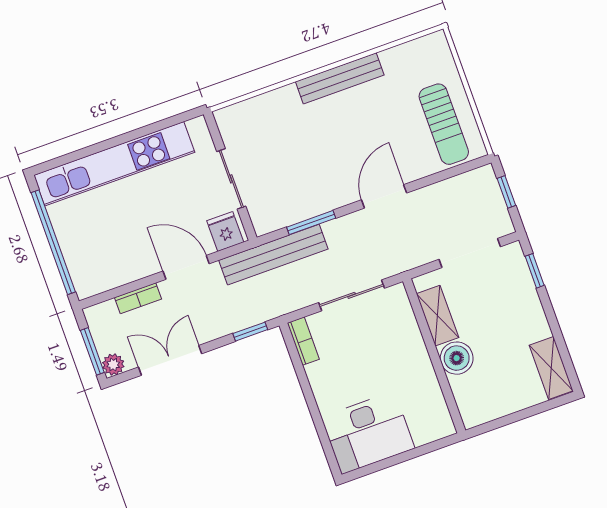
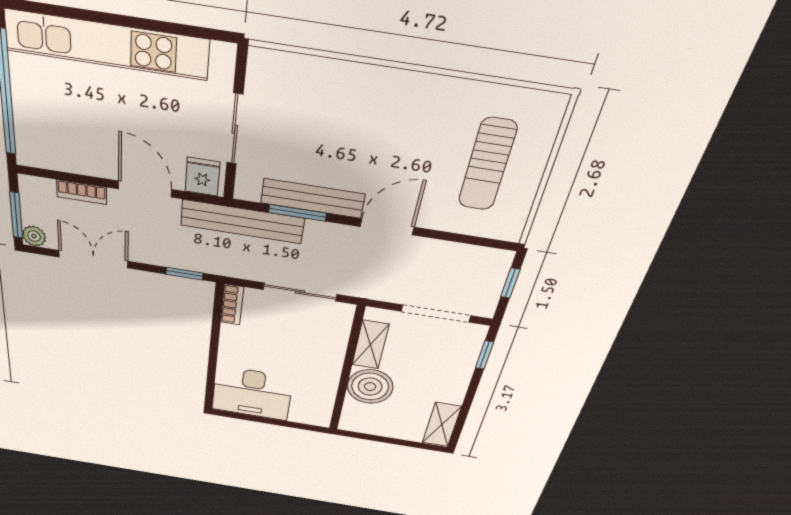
bench: (340, 78) -> (313, 199), moved
sun lounger: (444, 124) -> (487, 165), moved
boiler: (457, 358) -> (370, 387), width x1.37, depth x1.37

